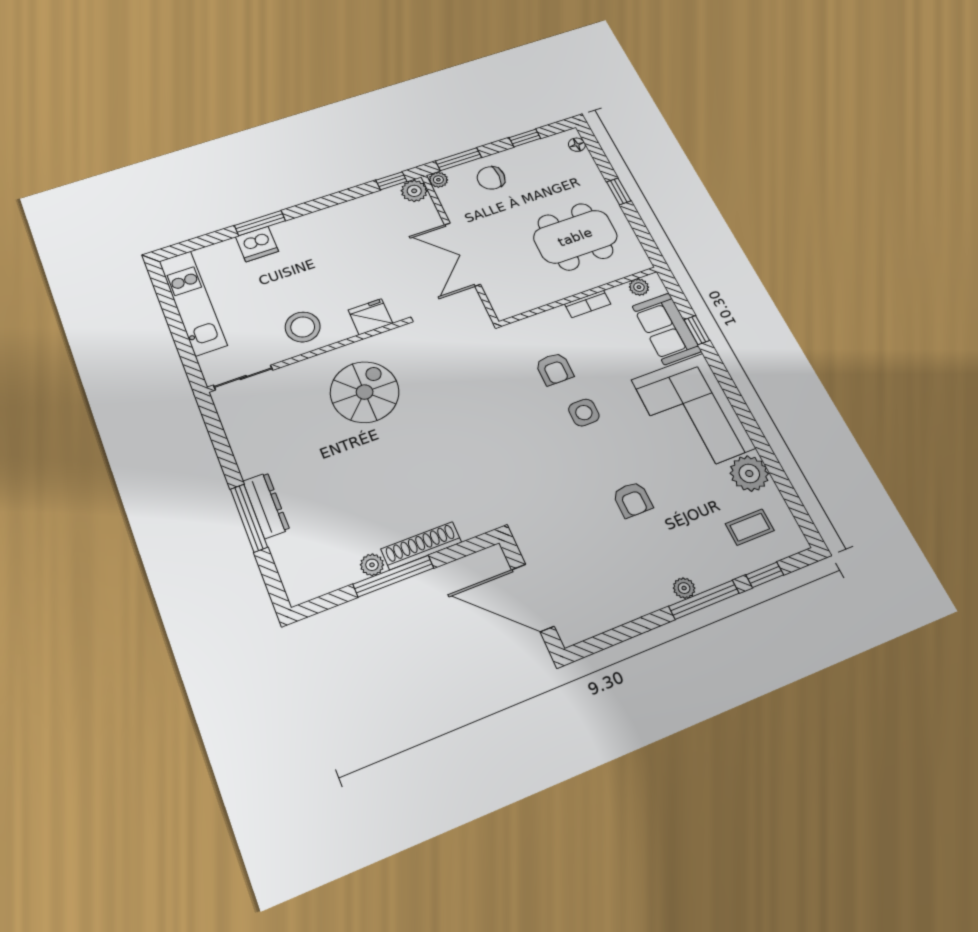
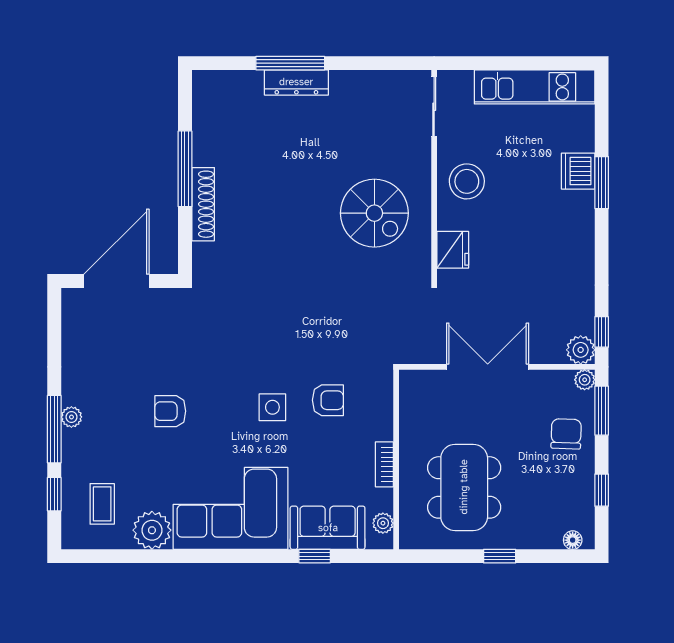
armchair: (554, 369) -> (328, 400), turned 180
plant: (372, 565) -> (203, 154), removed

